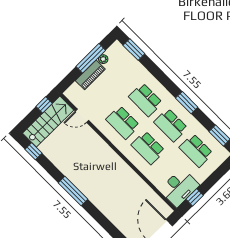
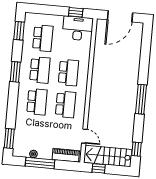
piano: (90, 75) -> (66, 155), moved

